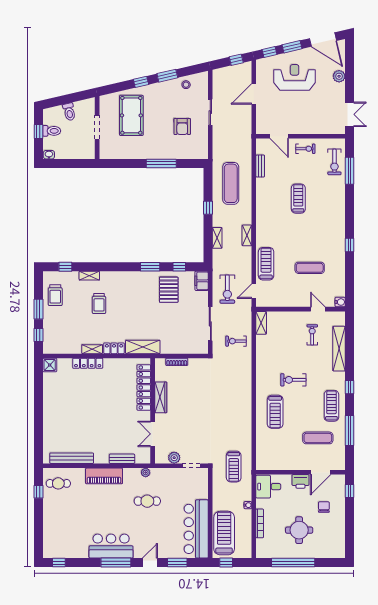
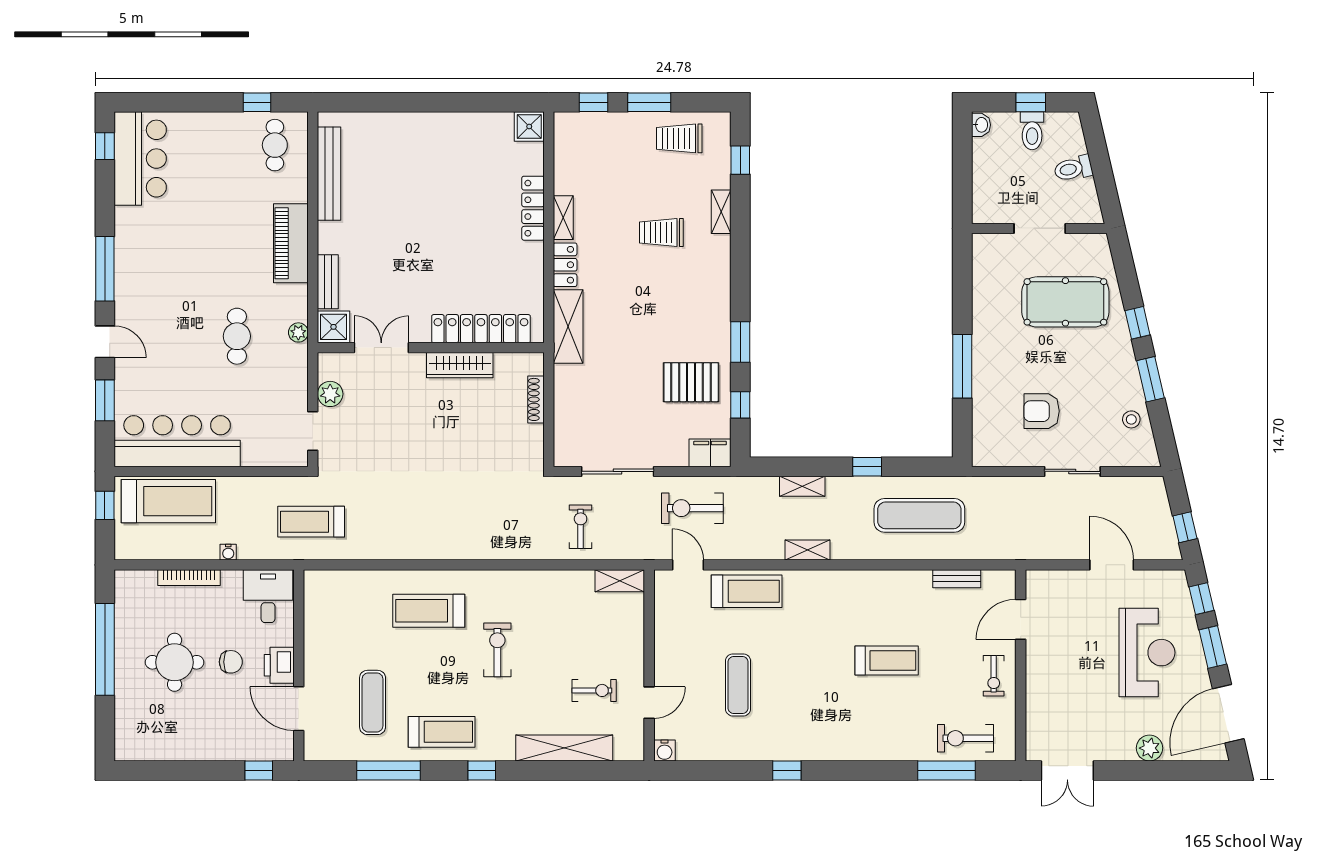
shower: (143, 456) -> (333, 327), added
chair: (324, 507) -> (231, 662), moved
bar counter: (111, 546) -> (140, 159), moved

